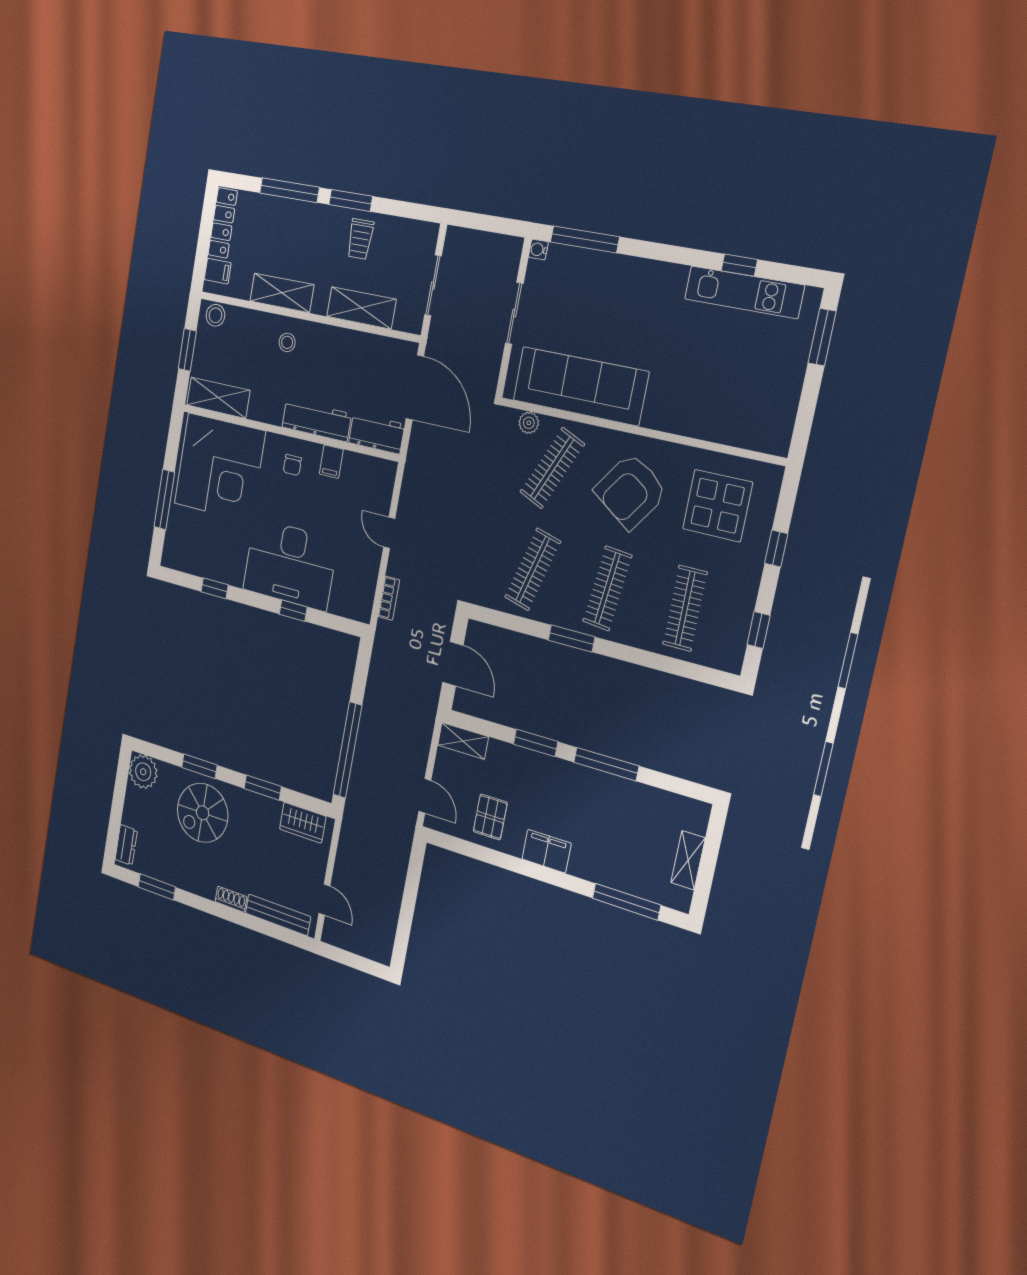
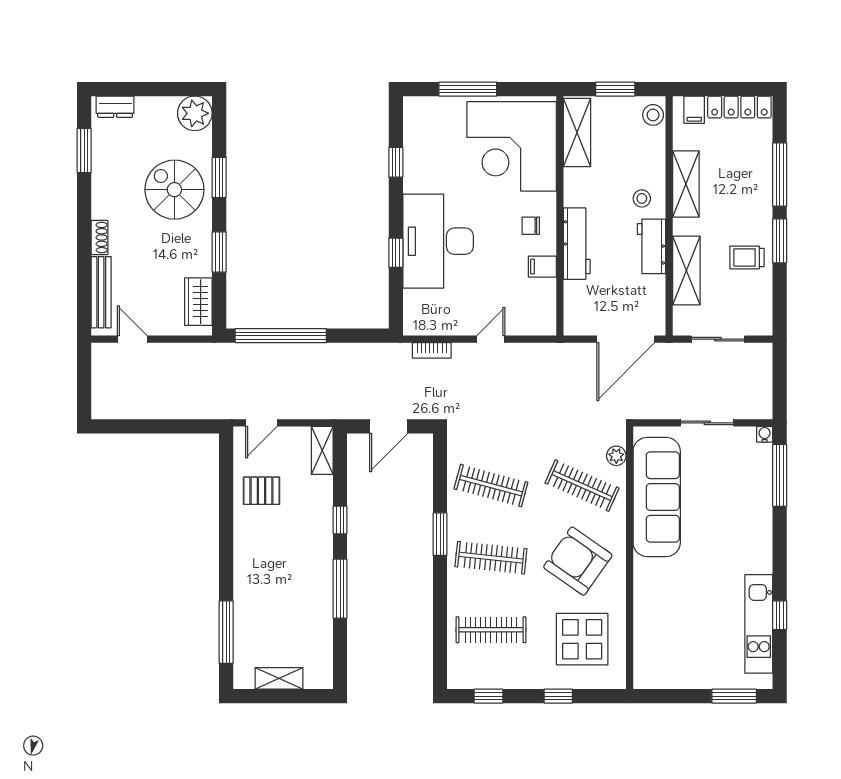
workbench: (376, 433) -> (652, 246), moved, turned 180
window: (536, 743) -> (340, 520), width x0.67
filing cabinet: (547, 851) -> (247, 550), removed
door: (324, 900) -> (132, 339), swing flipped

